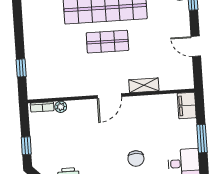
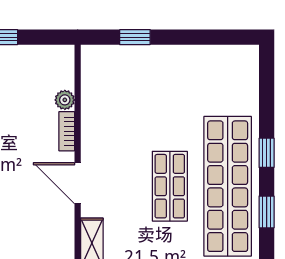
bookcase: (42, 107) -> (67, 131), moved

